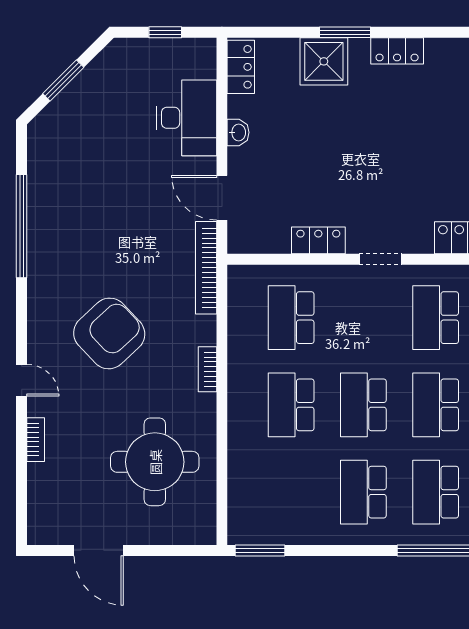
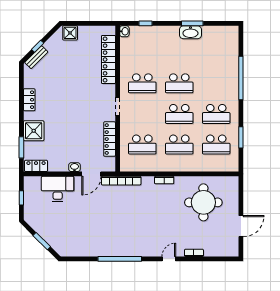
window: (345, 32) -> (21, 147), moved
washbasin: (238, 132) -> (74, 167), moved
window: (22, 226) -> (120, 259), moved
locker: (318, 240) -> (110, 139), width x1.53
armchair: (109, 333) -> (149, 222), removed
school desk: (436, 492) -> (216, 145), moved
window: (260, 550) -> (241, 137), moved

